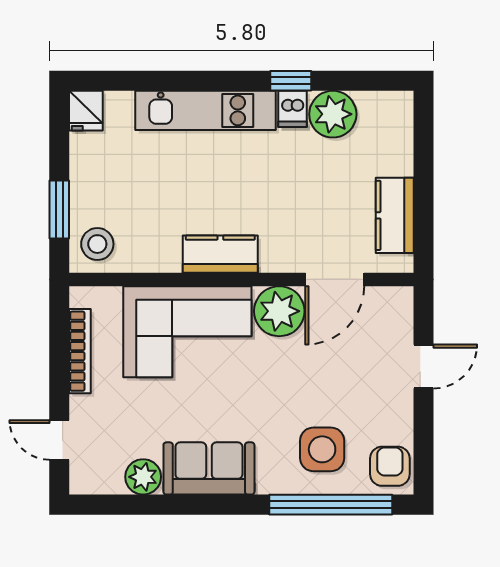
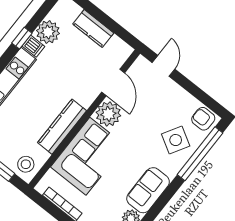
kitchen counter: (395, 215) -> (93, 29), moved
kitchen counter: (220, 254) -> (62, 127), width x1.50
door: (423, 366) -> (164, 66), moved
side table: (322, 449) -> (176, 140), turned 30

